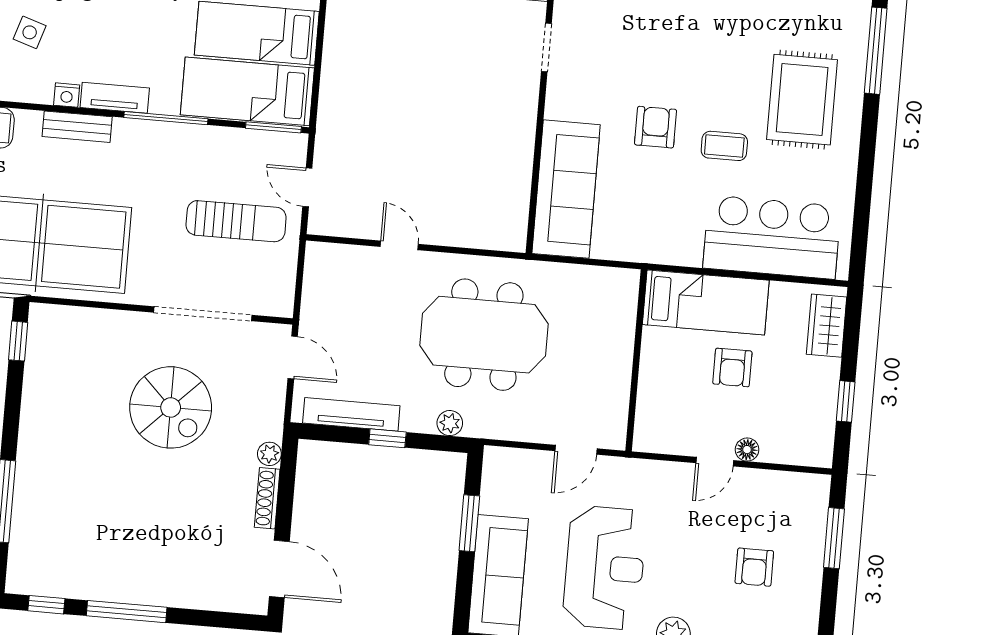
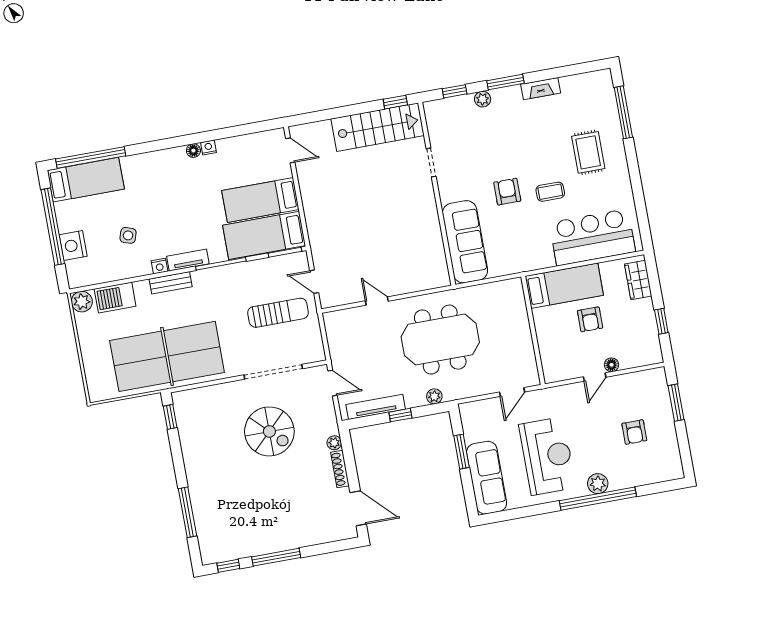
rug: (802, 100) -> (588, 152), width x0.73, depth x0.70

